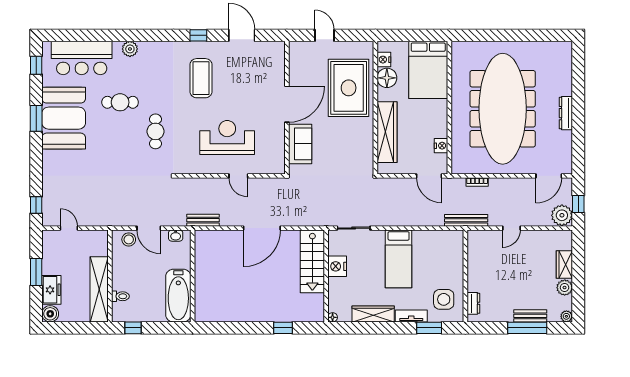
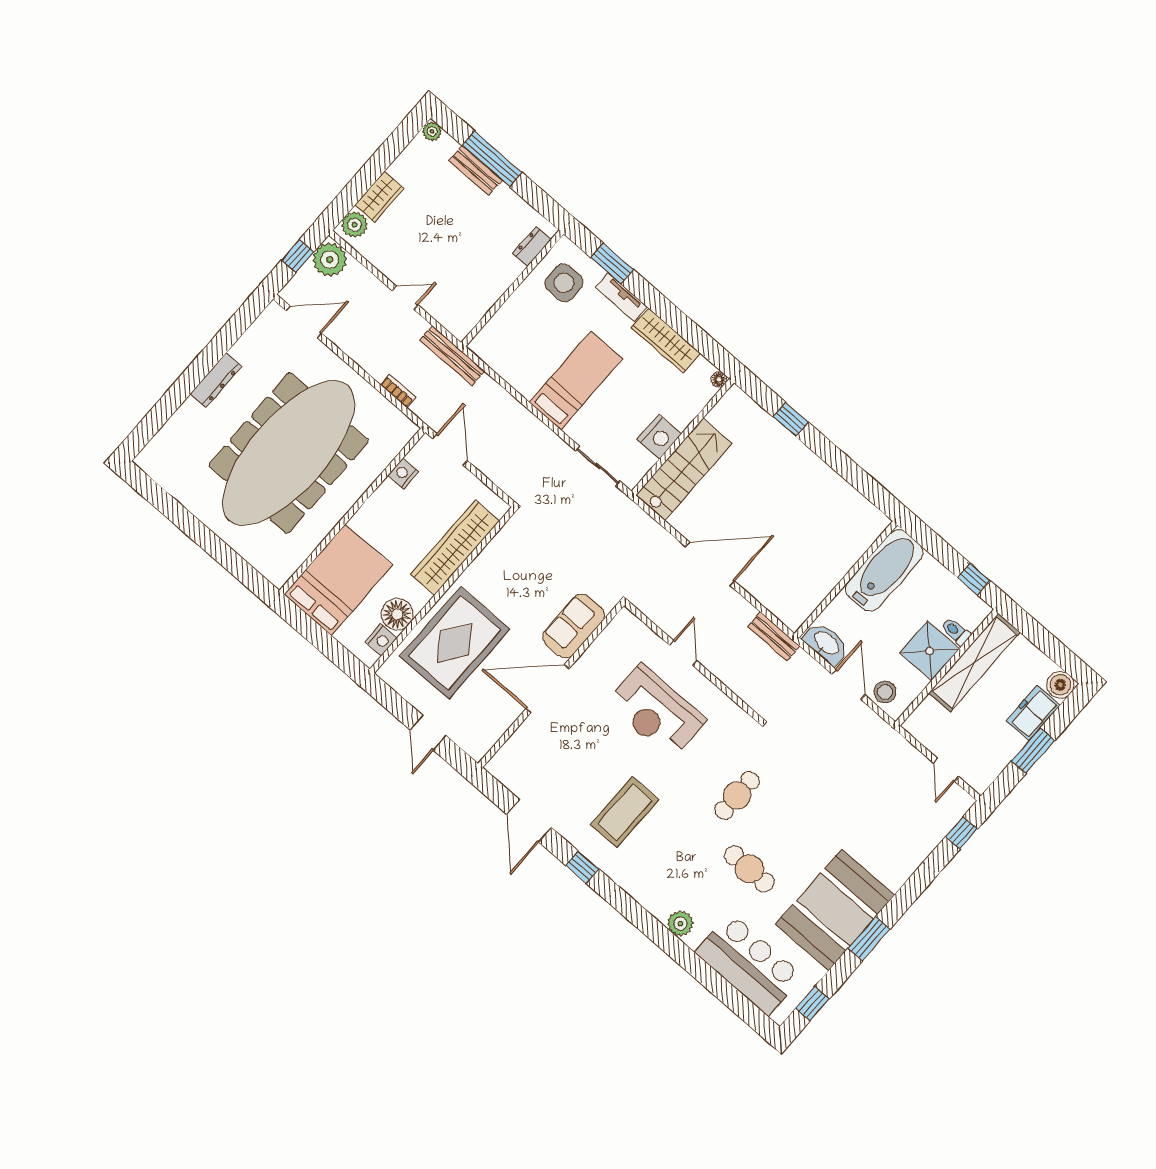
washbasin: (176, 236) -> (826, 644), width x1.91, depth x1.45
shower: (125, 277) -> (929, 651), added
plant: (565, 288) -> (355, 225), moved

